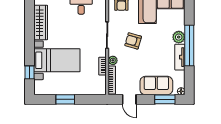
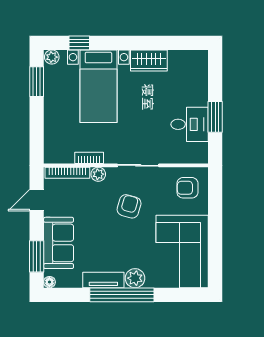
wardrobe: (41, 22) -> (149, 61), width x0.67
plant: (38, 90) -> (52, 57), added
window: (65, 99) -> (37, 82), moved

